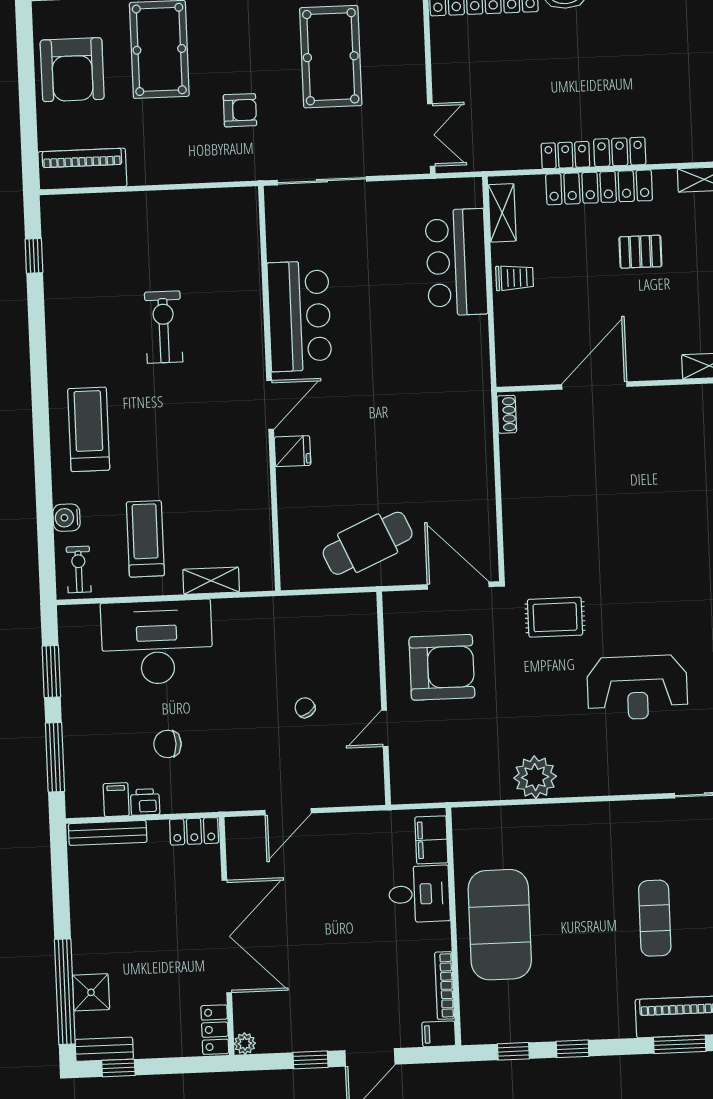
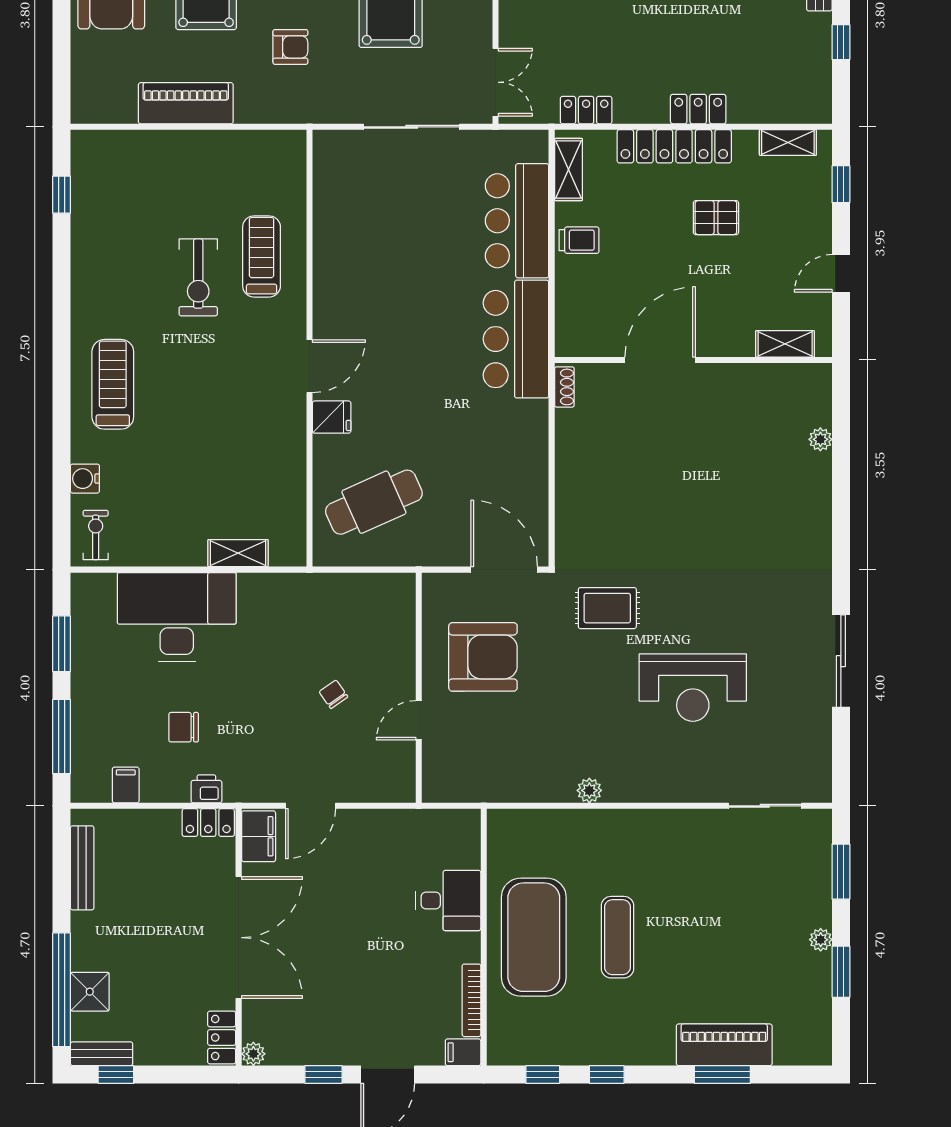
locker: (565, 155) -> (586, 110), moved
piano: (82, 169) -> (186, 103), moved
sliding door: (322, 181) -> (412, 127), moved
bar counter: (299, 316) -> (516, 339), moved, turned 180
exercise bike: (164, 327) -> (198, 277), turned 180
treadmill: (145, 539) -> (262, 256), moved
cafe table: (368, 543) -> (374, 502), moved
plant: (535, 777) -> (589, 790), width x0.53, depth x0.53
printer: (145, 802) -> (206, 789), moved
bench: (108, 833) -> (82, 868), moved, turned 90
filing cabinet: (431, 840) -> (259, 836), moved, turned 180
exercise mat: (655, 918) -> (617, 937), moved

